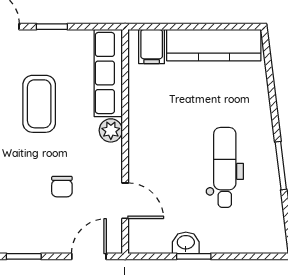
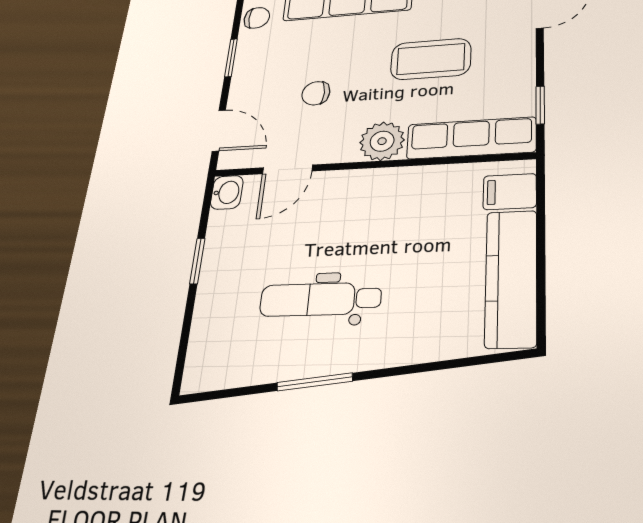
window: (52, 27) -> (540, 105), moved
plant: (111, 130) -> (382, 141), width x1.38, depth x1.38
dental chair: (225, 167) -> (320, 299), turned 180
washbasin: (186, 243) -> (227, 192), moved

